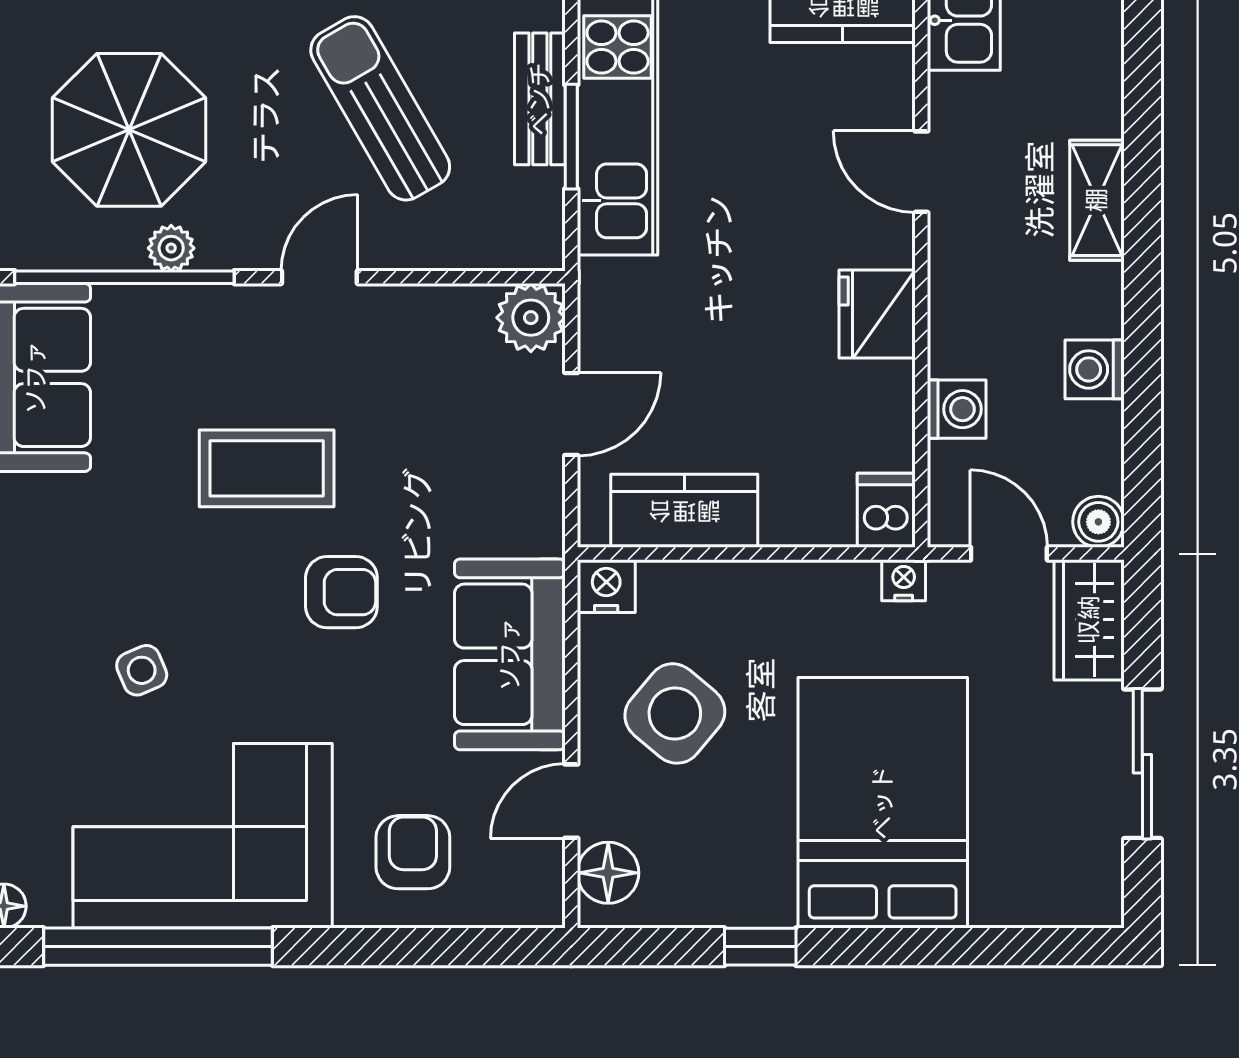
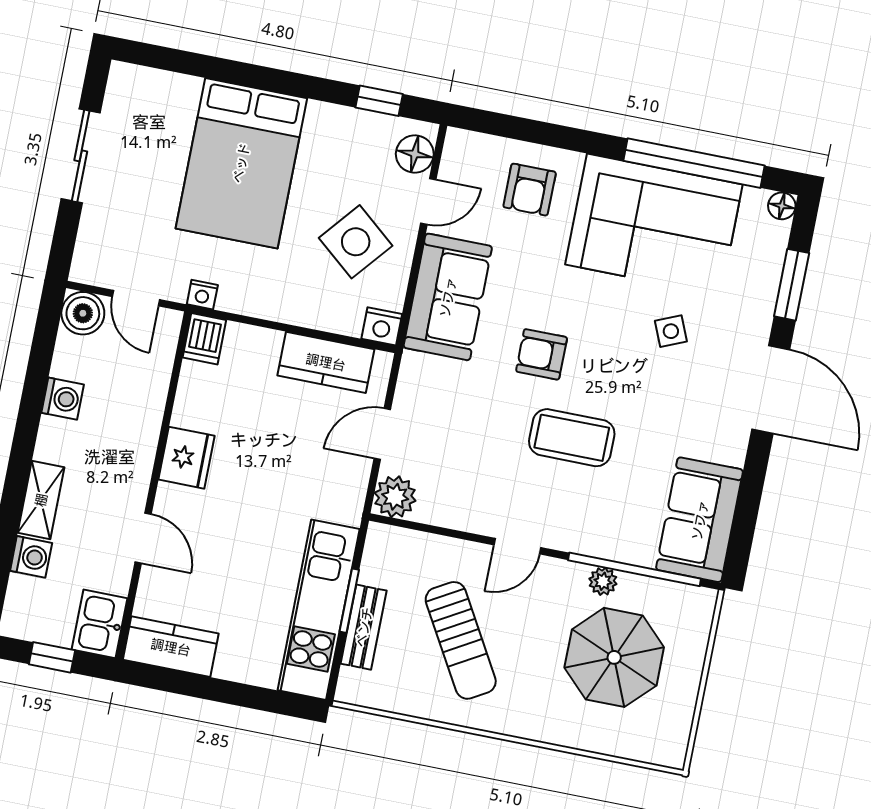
washing machine: (957, 409) -> (31, 557), moved, turned 180
boiler: (1098, 522) -> (83, 313), width x1.36, depth x1.36
wardrobe: (1089, 620) -> (96, 249), removed
window: (760, 947) -> (379, 101), moved

